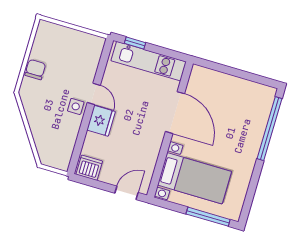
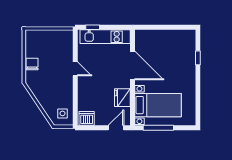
side table: (76, 106) -> (62, 113), moved
fridge: (101, 121) -> (122, 98), moved, turned 180
window: (270, 129) -> (198, 58), width x0.32
window: (208, 217) -> (158, 128), moved

